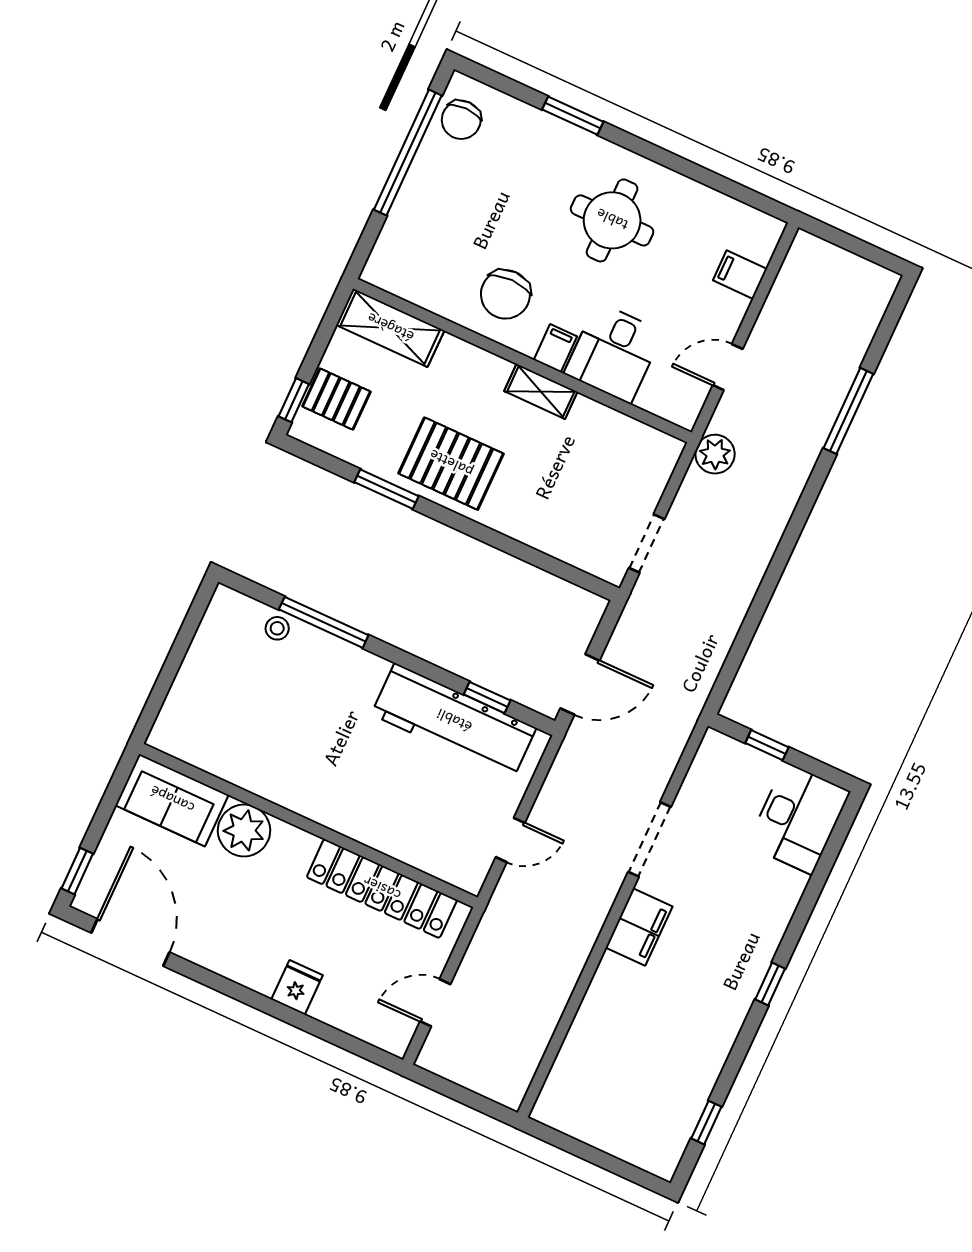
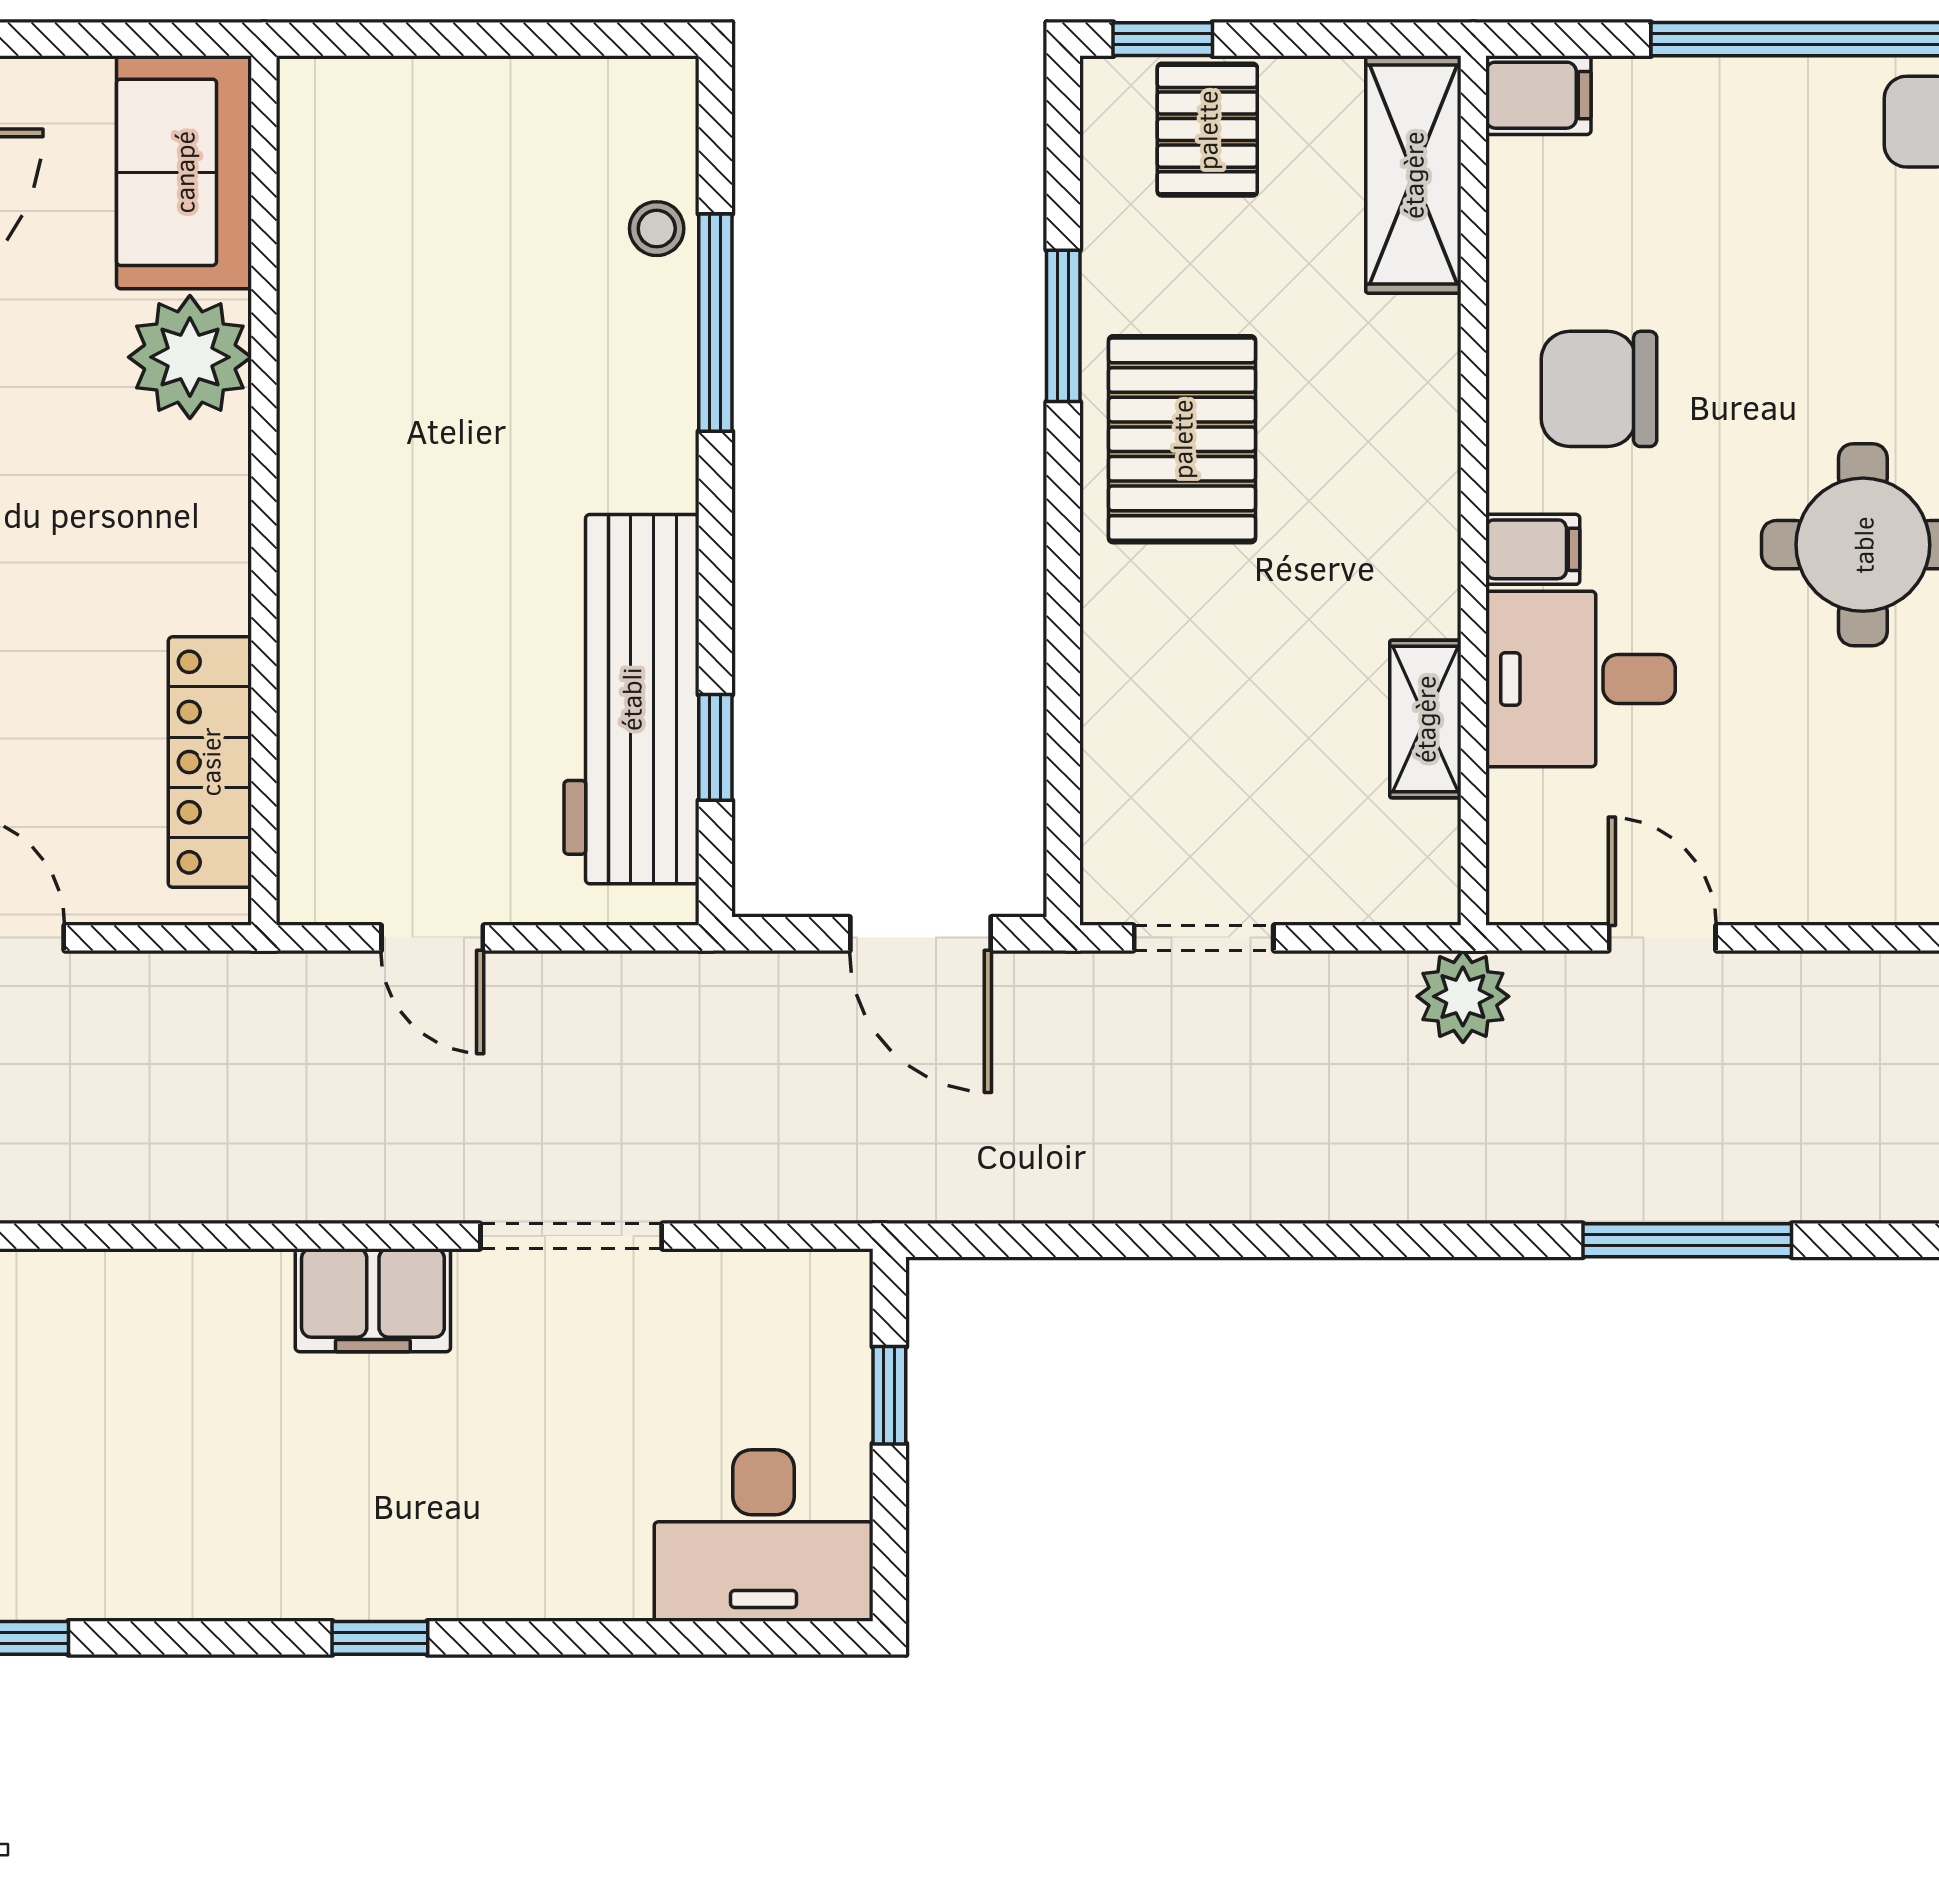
filing cabinet: (740, 275) -> (1538, 95), moved, turned 90
shelving: (541, 391) -> (1425, 719), moved
door: (580, 684) -> (920, 934), moved
locker: (382, 889) -> (210, 762), width x0.71, depth x0.83

